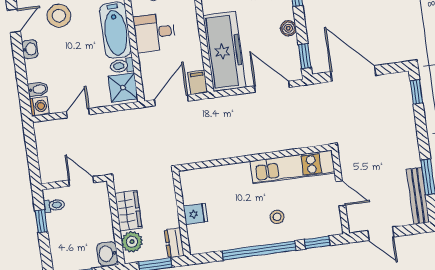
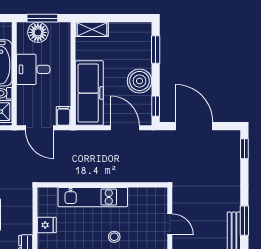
boiler: (288, 28) -> (139, 81), width x1.86, depth x1.86
door: (171, 100) -> (40, 128), swing flipped
kitchen unit: (292, 167) -> (93, 197), moved

